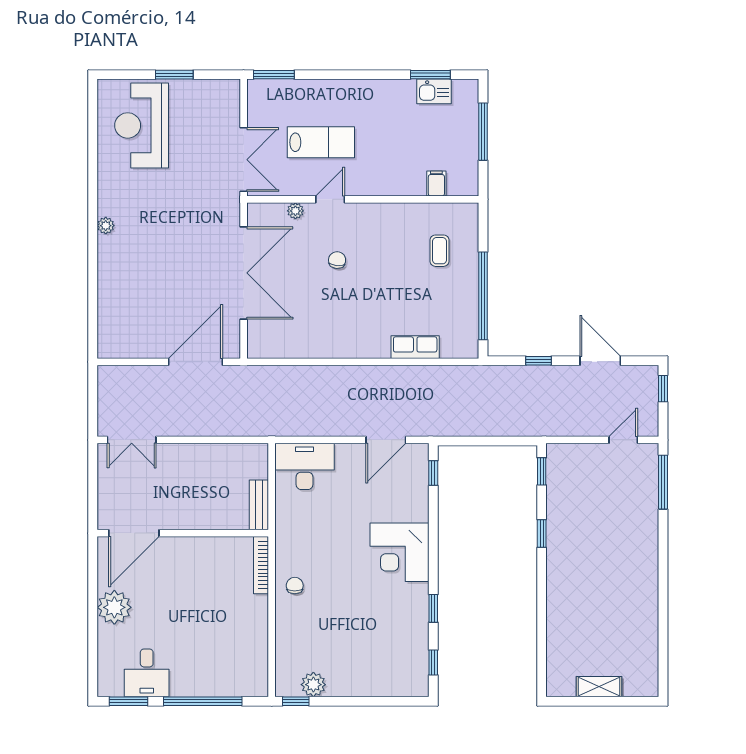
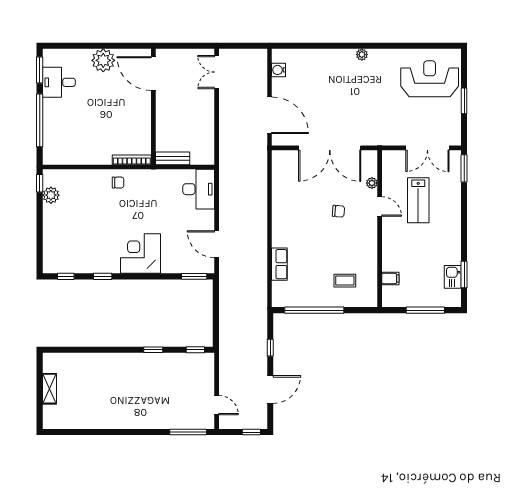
double door: (244, 160) -> (427, 148), moved
water cooler: (128, 348) -> (279, 70), added
window: (433, 473) -> (194, 276), width x1.50

